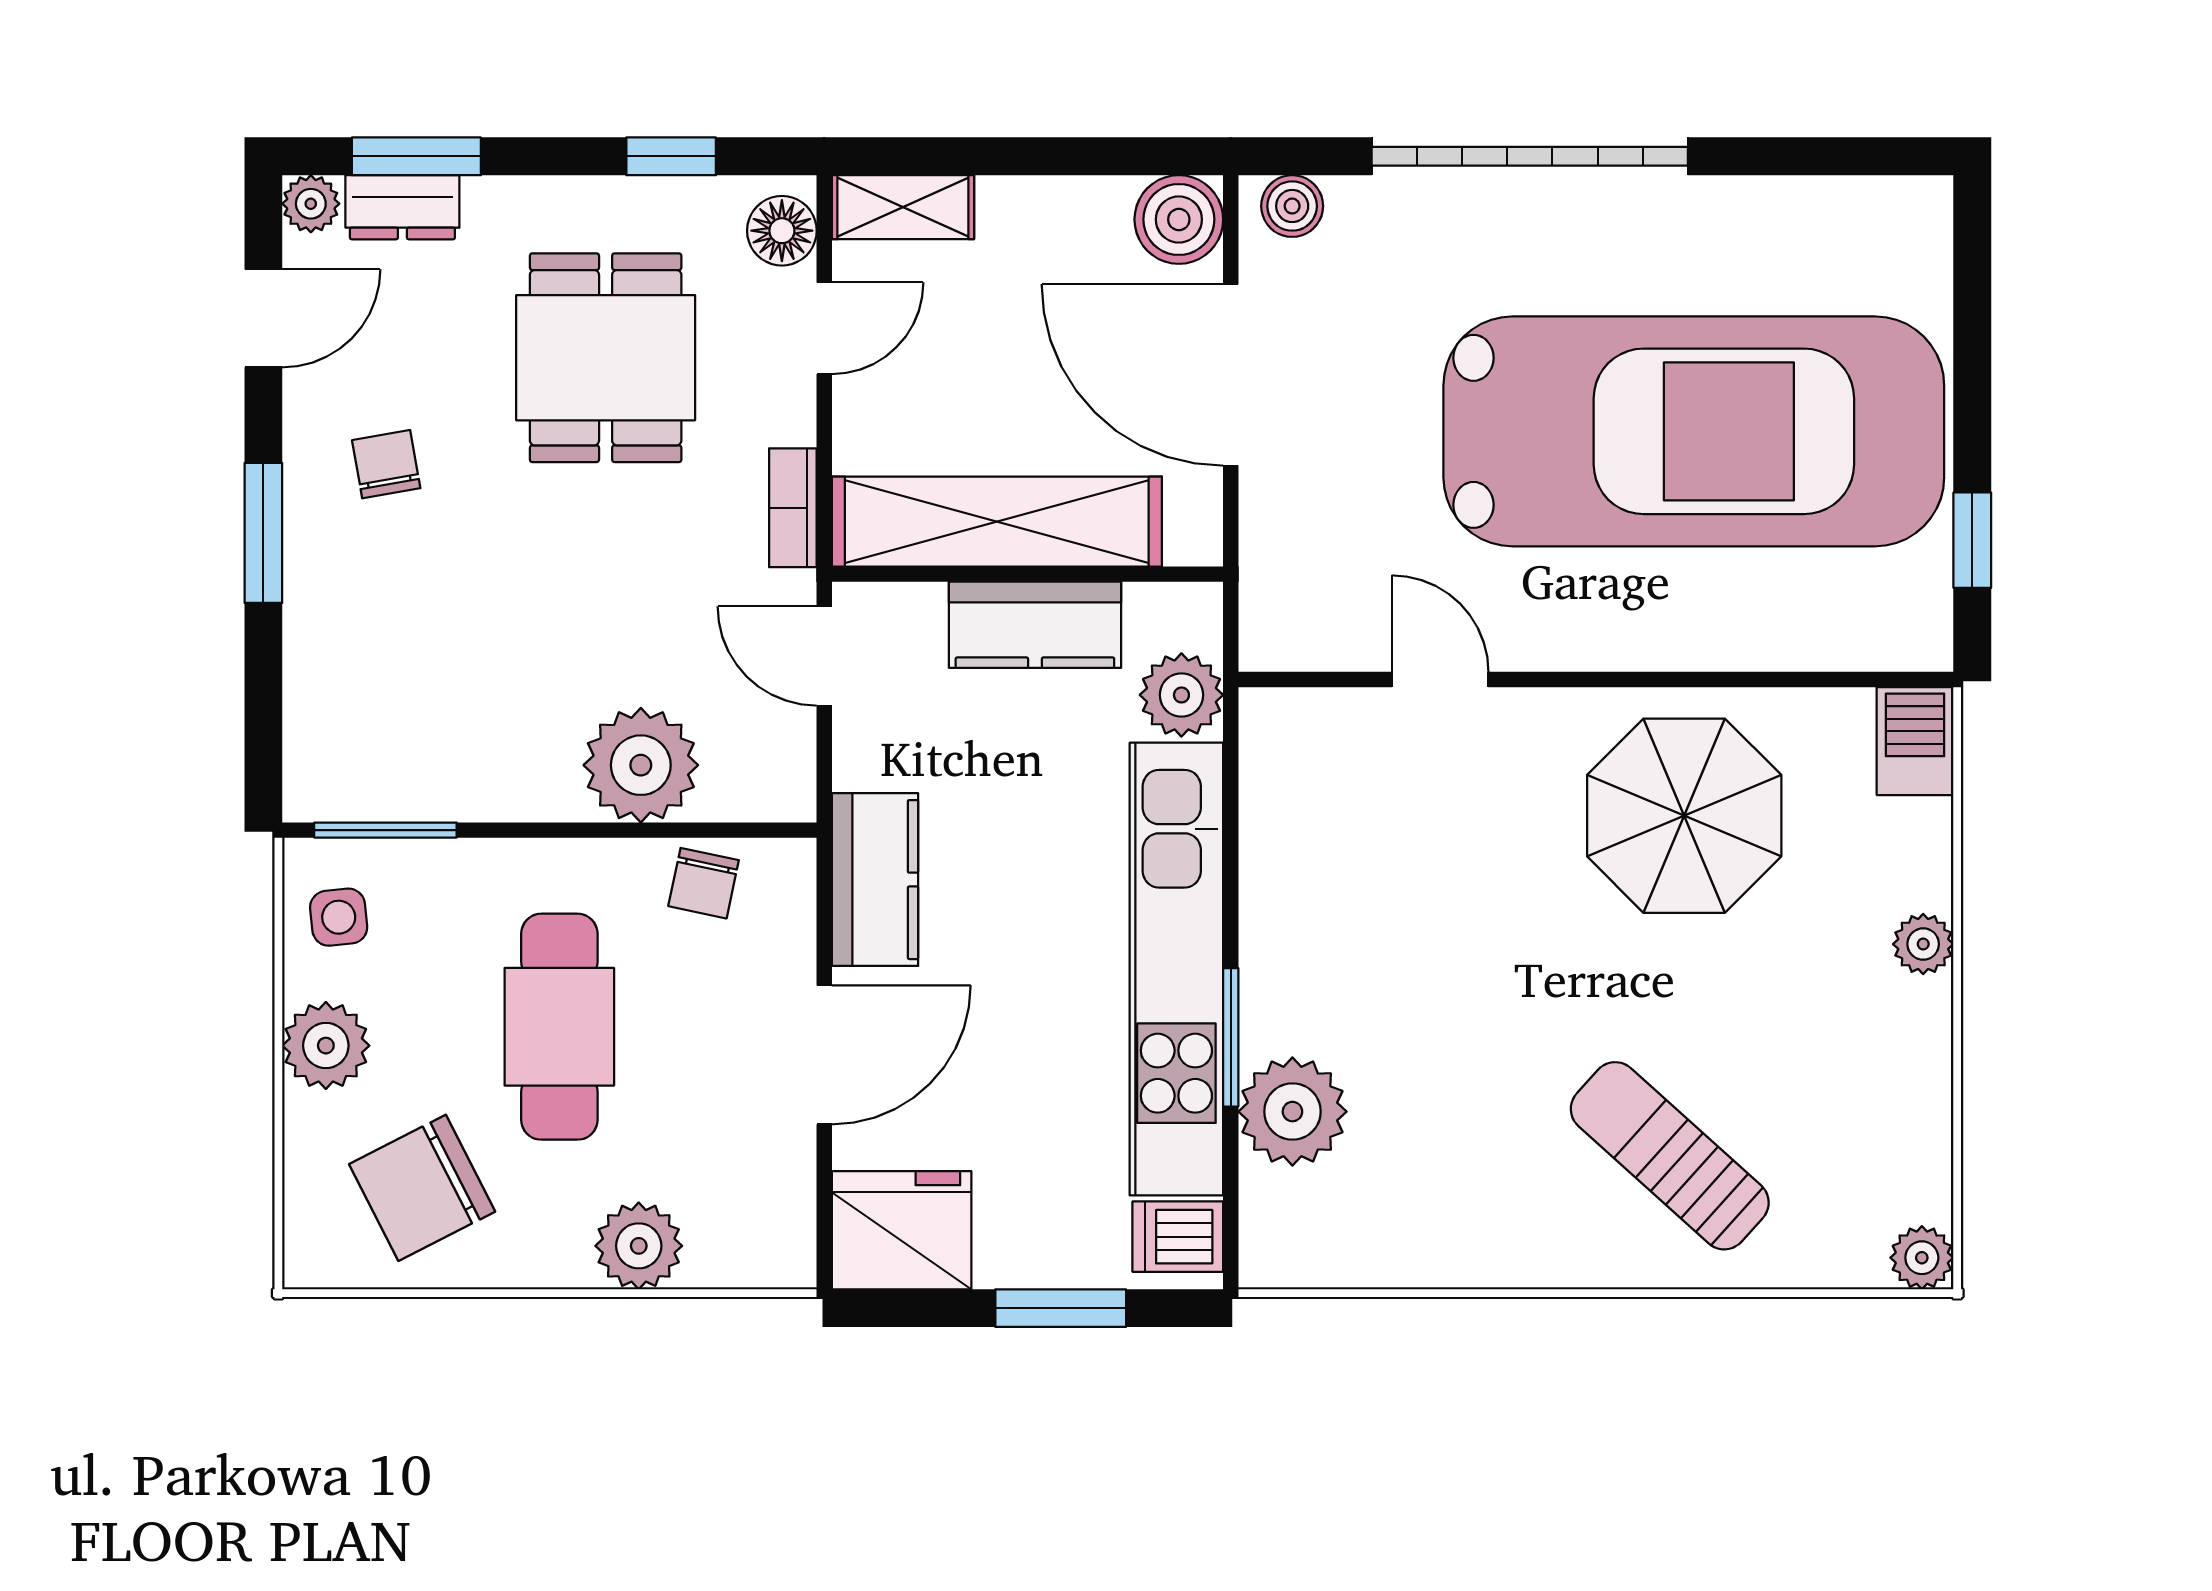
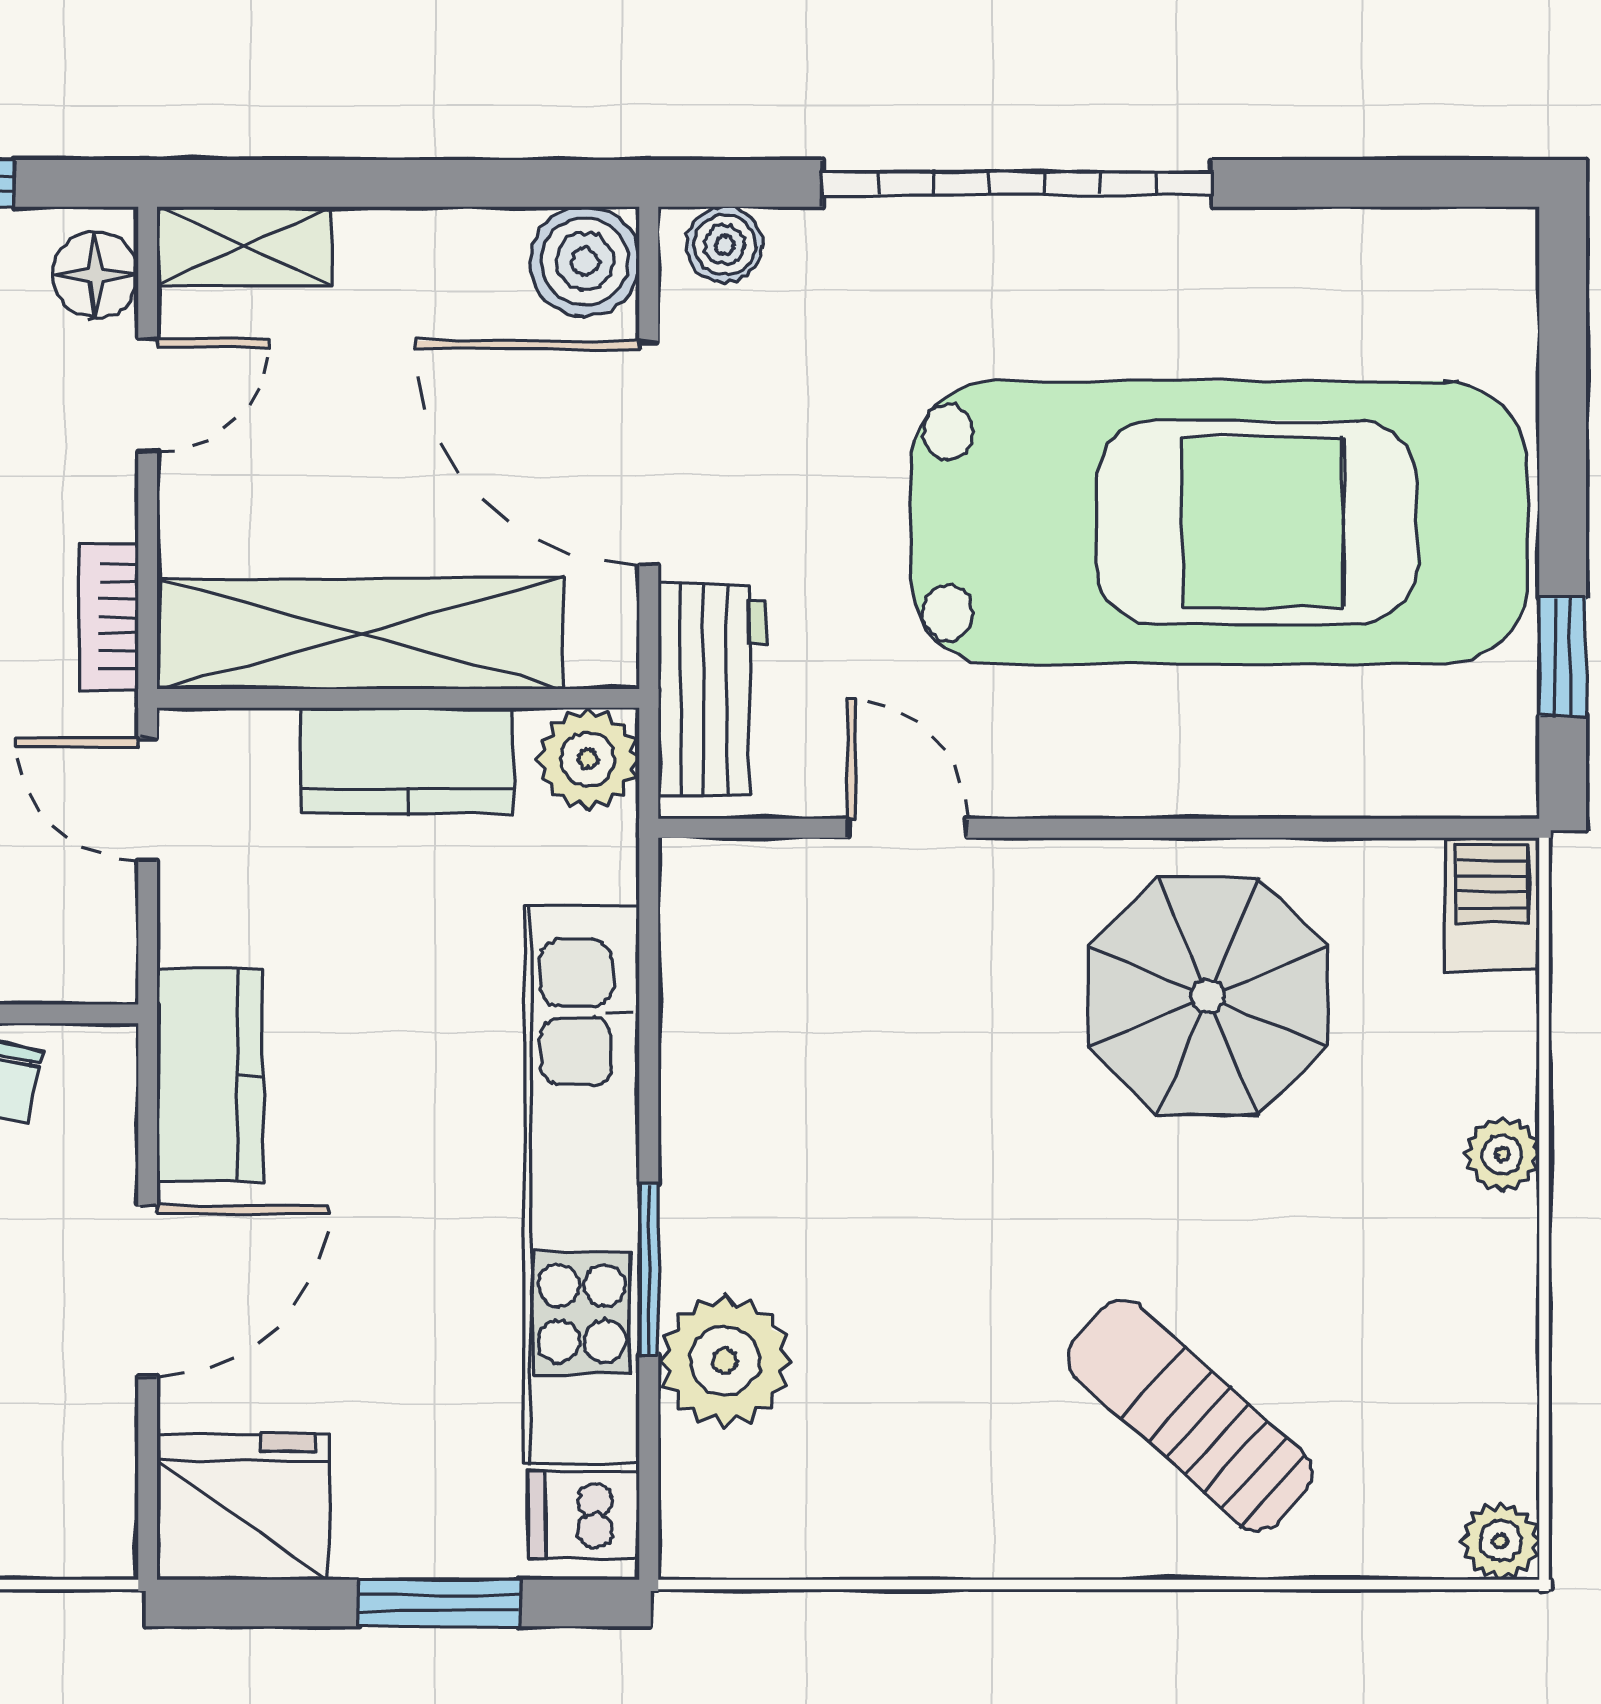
workbench: (1283, 567) -> (713, 690), added
plant: (1181, 695) -> (588, 759), moved

